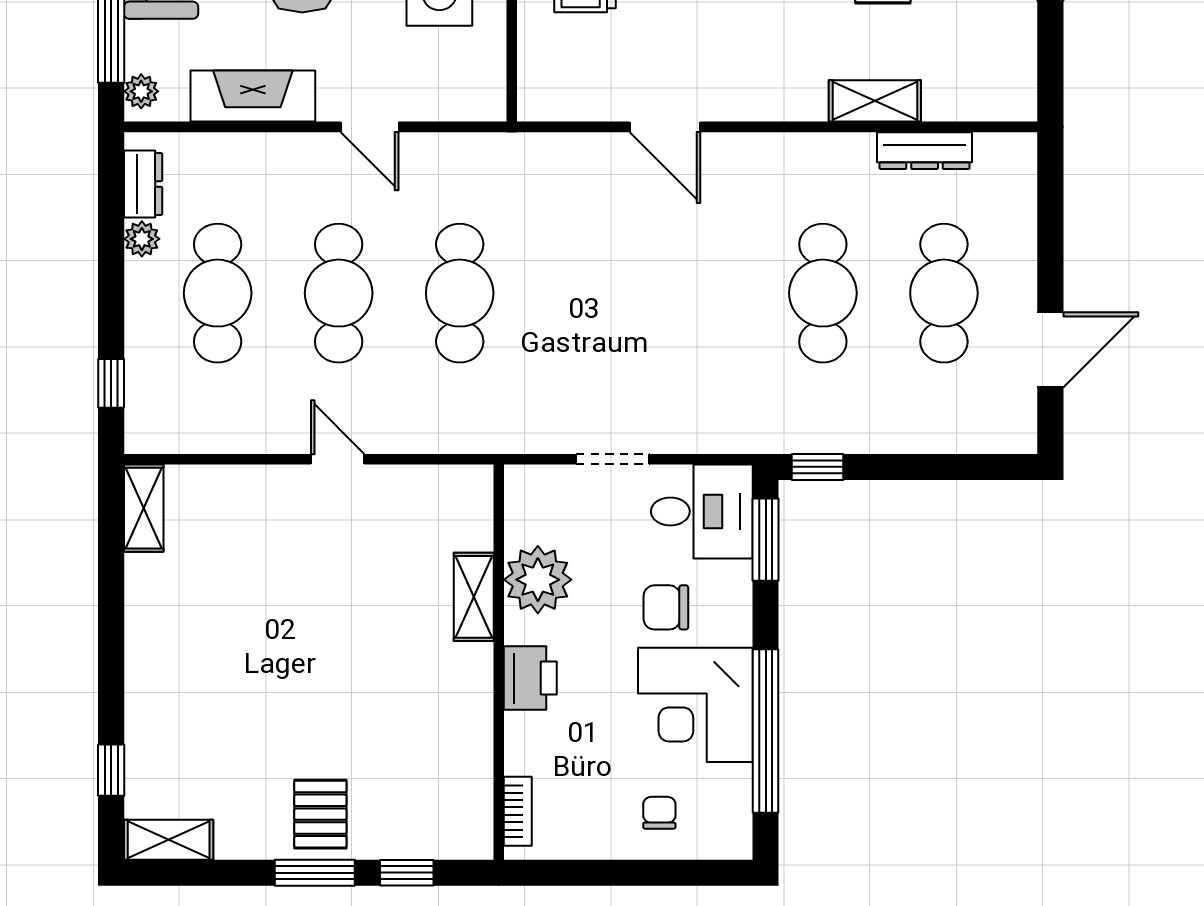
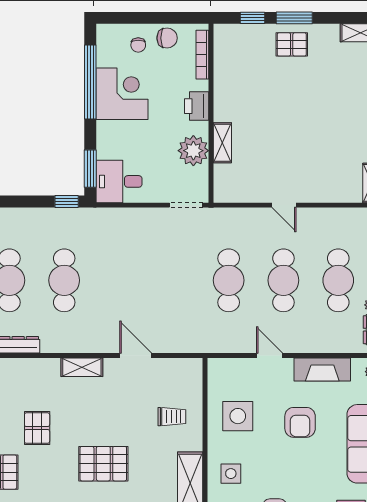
shelving: (875, 101) -> (82, 367), moved
doorway: (613, 459) -> (186, 205), moved
chair: (666, 607) -> (167, 38), moved
bookcase: (518, 811) -> (202, 55), width x1.56
pallet: (320, 814) -> (292, 44), turned 90

